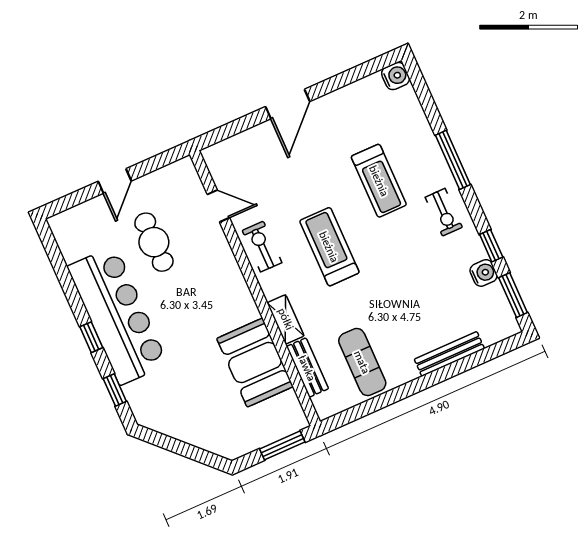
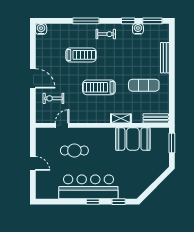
cafe table: (154, 242) -> (74, 150), moved
exercise bike: (262, 247) -> (53, 98), moved
exercise mat: (362, 362) -> (144, 85), moved
bench: (307, 368) -> (156, 118), moved

